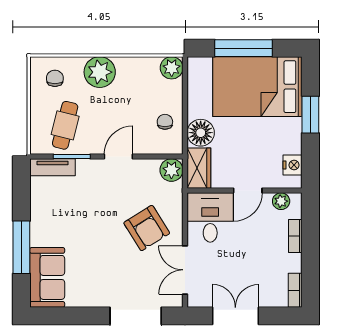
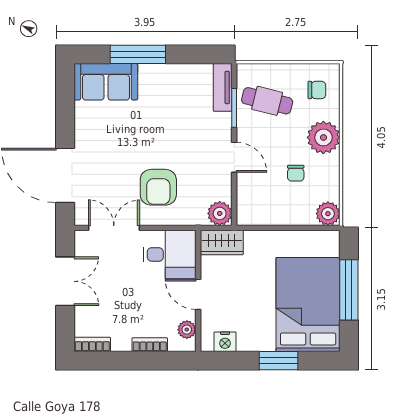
chair: (165, 122) -> (296, 173), moved, turned 90
floor lamp: (201, 133) -> (259, 244), removed
armchair: (147, 228) -> (158, 187), turned -58

